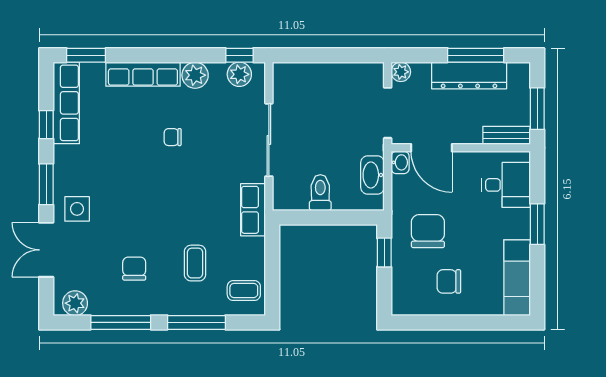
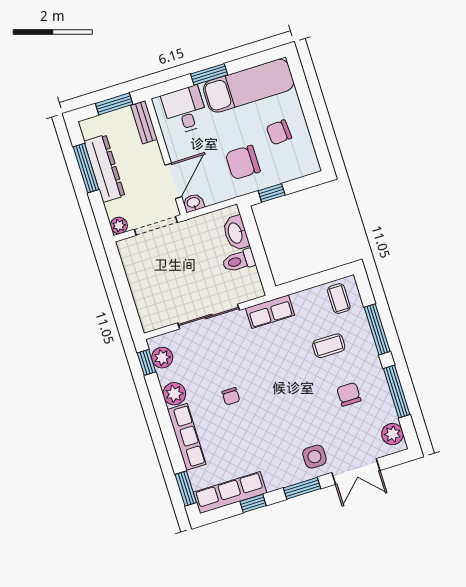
washbasin: (372, 175) -> (236, 233), moved, turned 90
chair: (134, 269) -> (349, 394), turned 90
exam couch: (517, 278) -> (249, 86), width x1.36, depth x1.45
chair: (449, 281) -> (279, 132), turned 86

